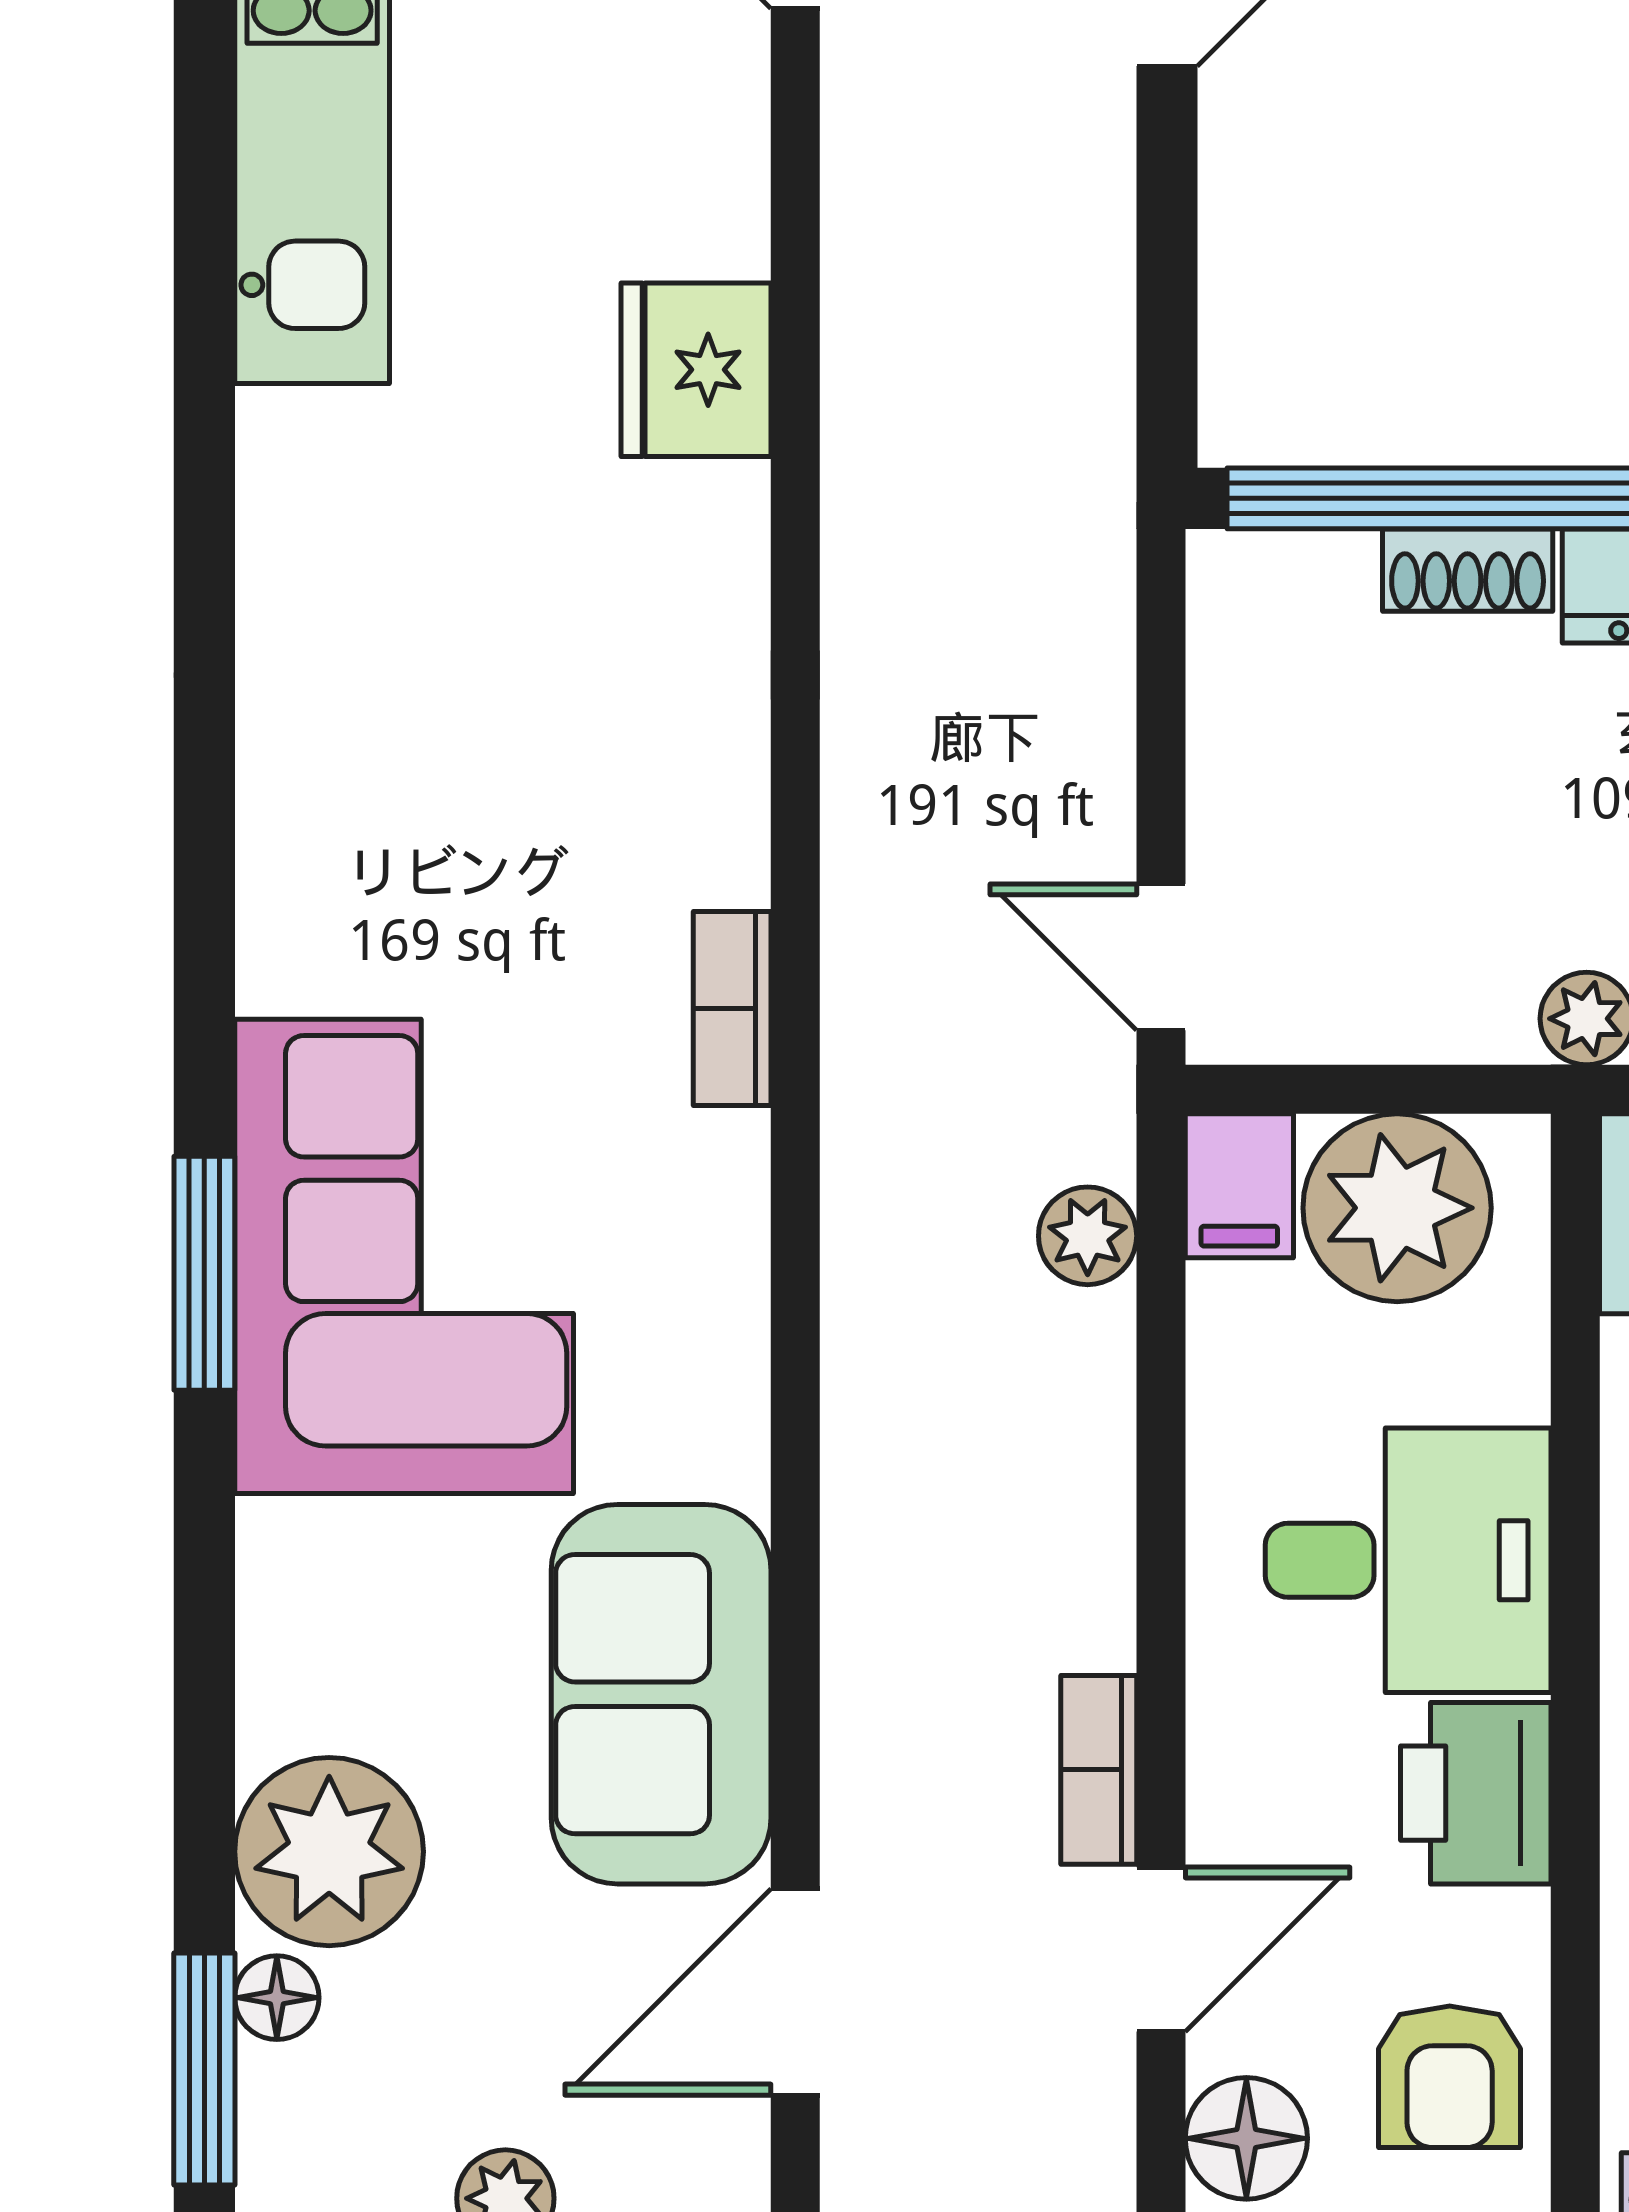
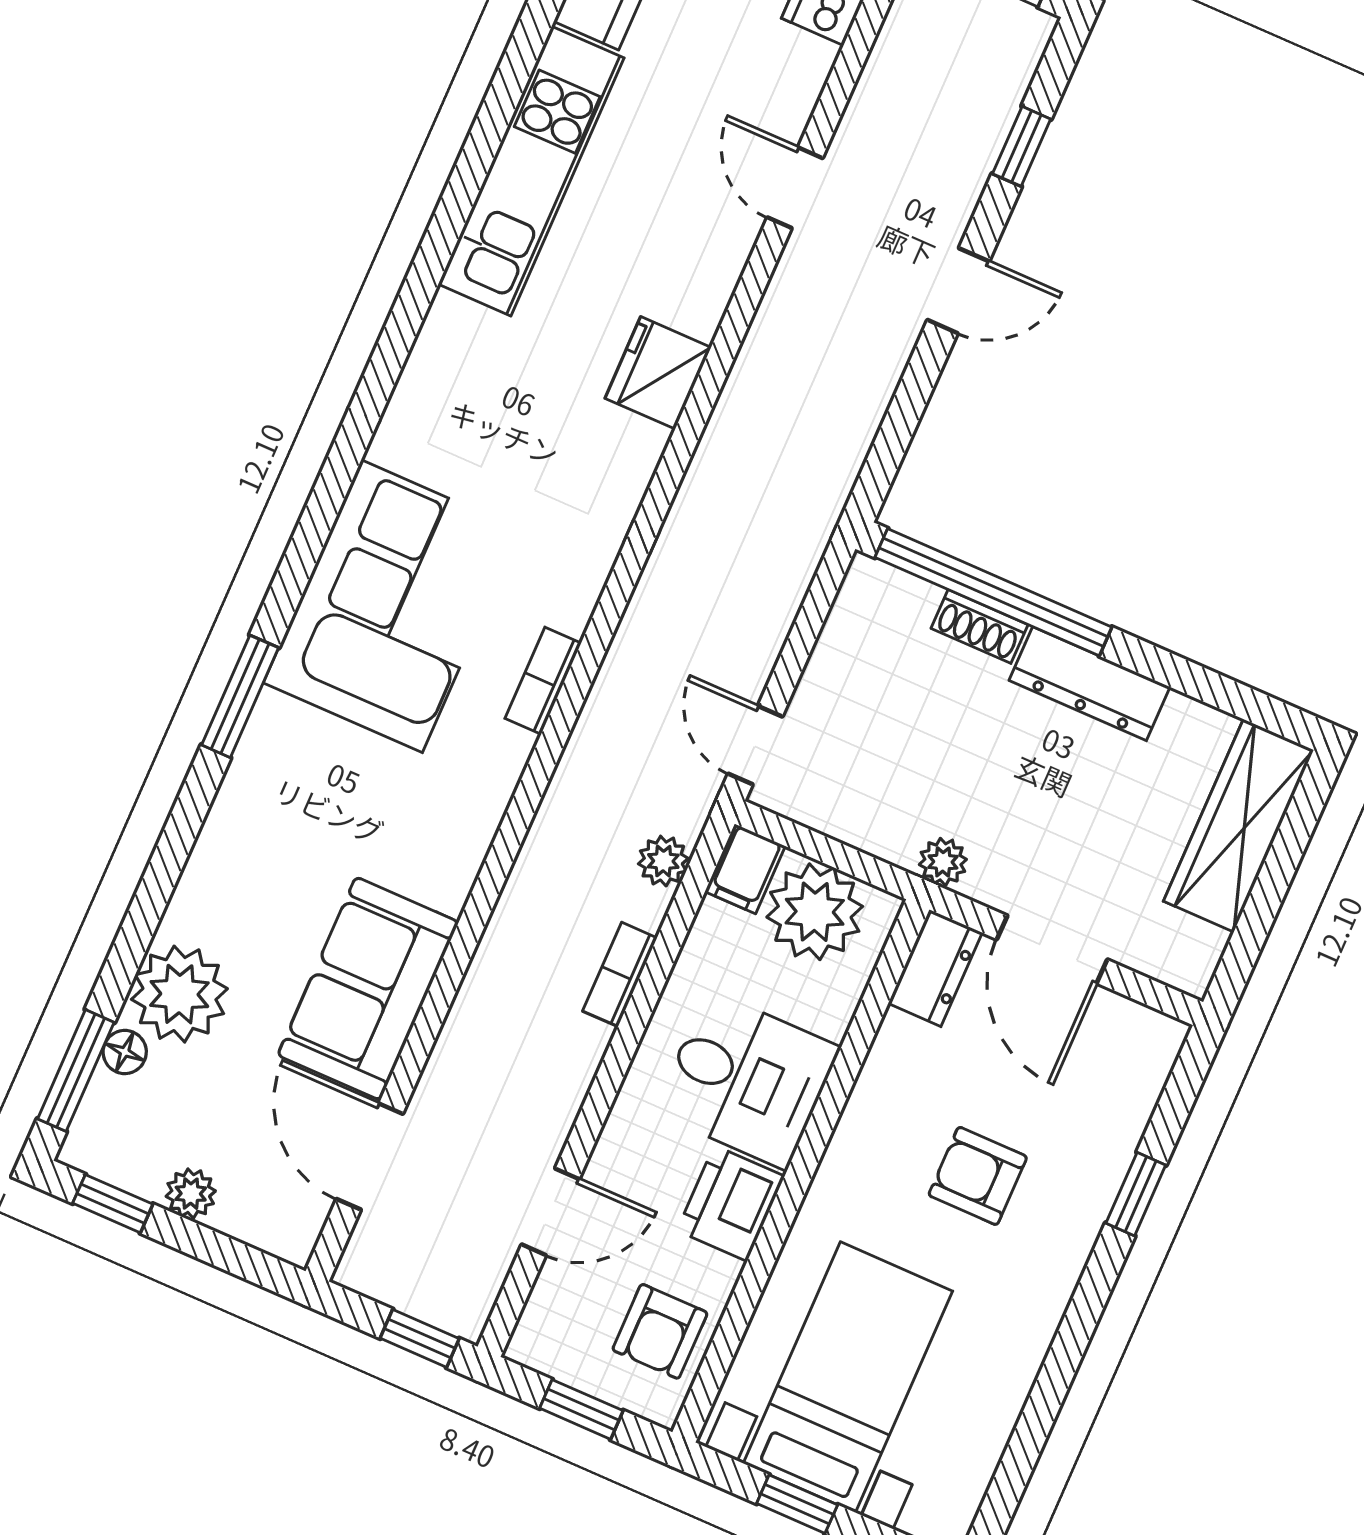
corner sofa: (404, 1256) -> (392, 606), moved
bookcase: (1099, 1770) -> (620, 974), moved
door: (795, 1992) -> (370, 1156), hinge flipped
floor lamp: (1246, 2138) -> (552, 1318), removed

